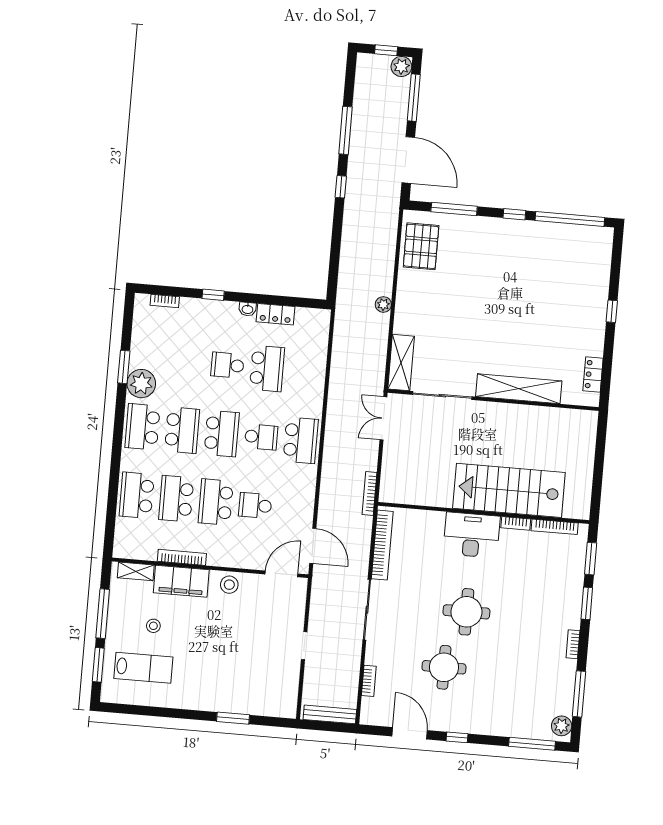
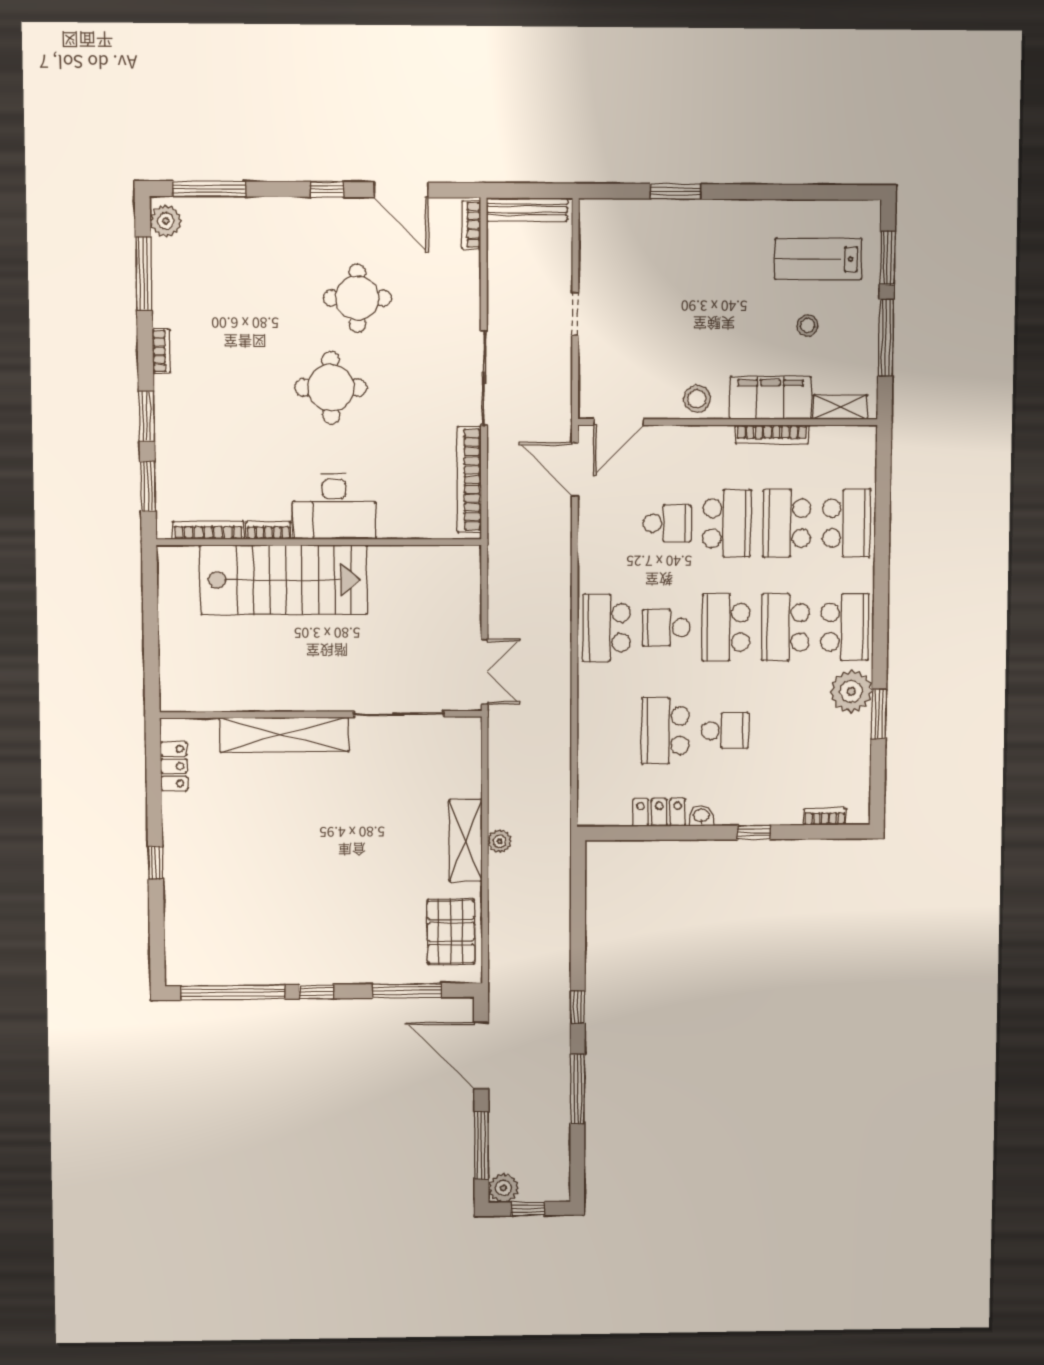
shelving: (401, 363) -> (466, 841), moved
bookcase: (369, 494) -> (496, 557), removed
school desk: (176, 499) -> (787, 523), turned 180
bookcase: (369, 681) -> (471, 225), moved

